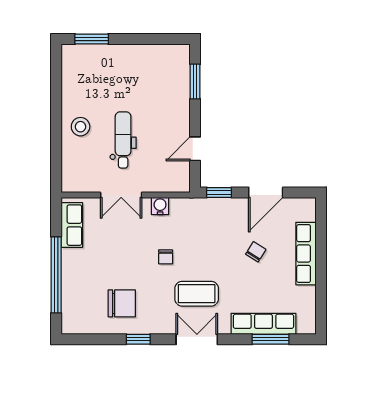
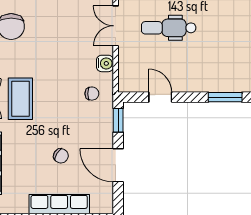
dental chair: (123, 140) -> (169, 28), turned 180
chair: (166, 257) -> (92, 94), moved, turned 180

